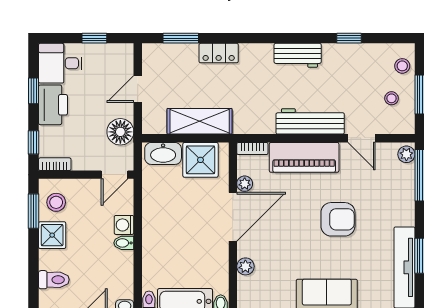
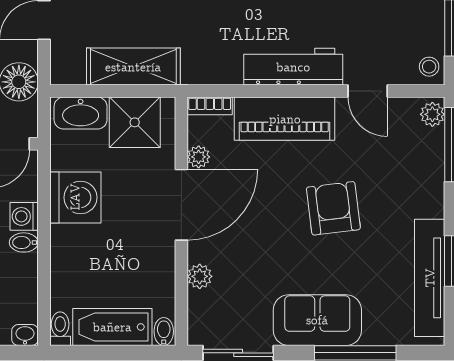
stool: (391, 98) -> (429, 67), moved
washing machine: (159, 212) -> (75, 197), added
armchair: (338, 219) -> (333, 208), turned -97

